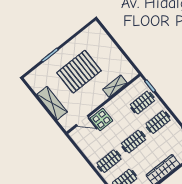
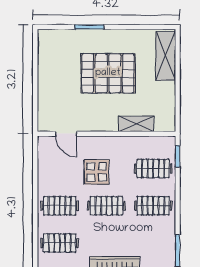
shelving: (52, 103) -> (166, 56), moved
display table: (101, 119) -> (97, 172), moved

